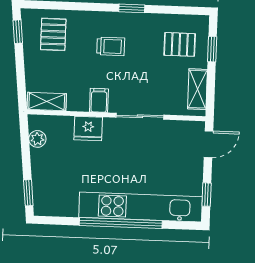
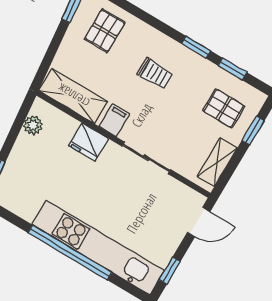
window: (170, 10) -> (232, 69), added
shelving: (47, 102) -> (73, 96), width x1.50, depth x1.33

